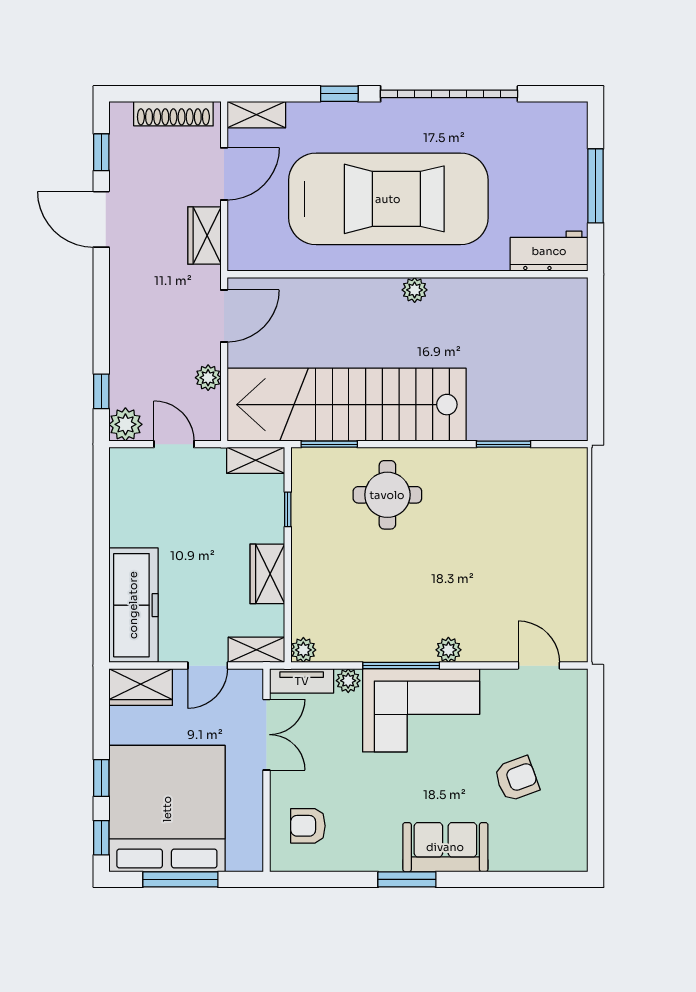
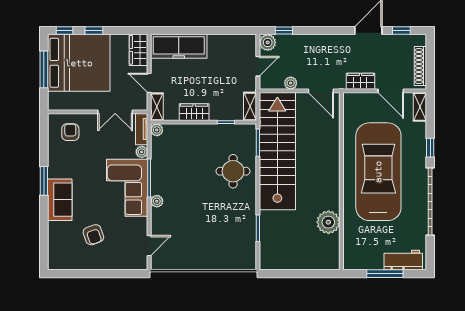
car: (388, 199) -> (378, 172), turned 180
workbench: (549, 251) -> (403, 260), moved, turned -90
plant: (415, 290) -> (328, 222), moved, width x1.87, depth x1.87

